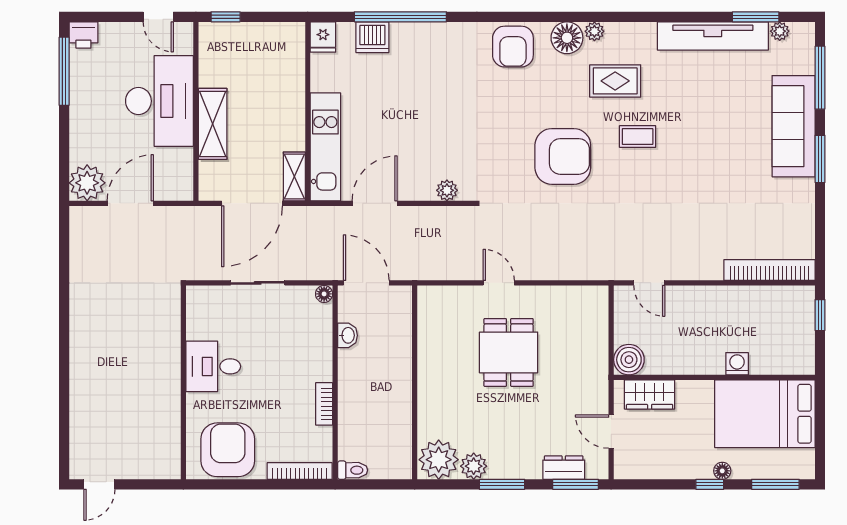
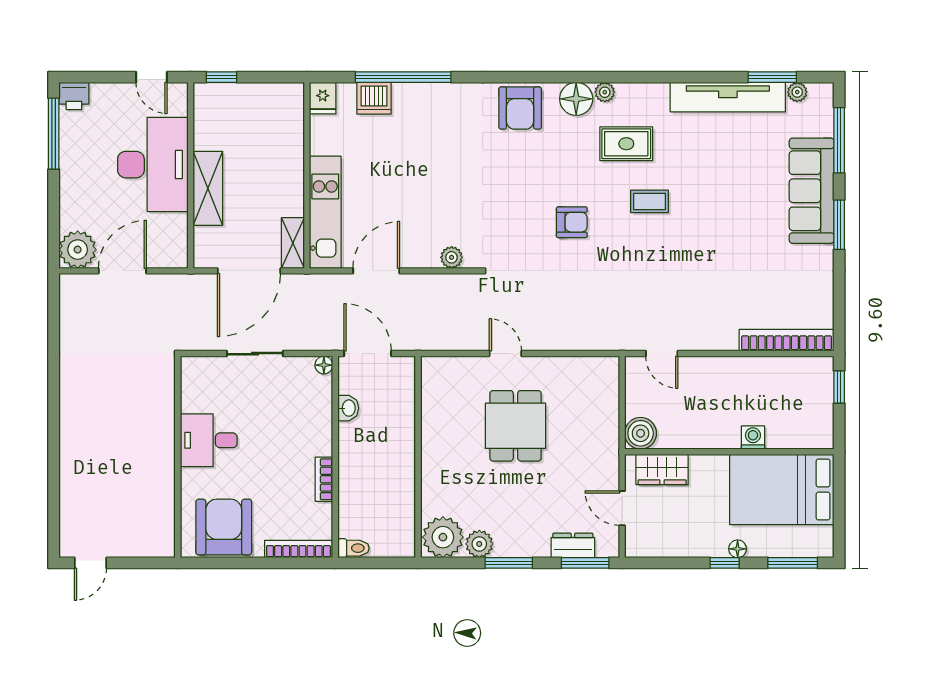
armchair: (563, 156) -> (572, 222), width x0.53, depth x0.53

